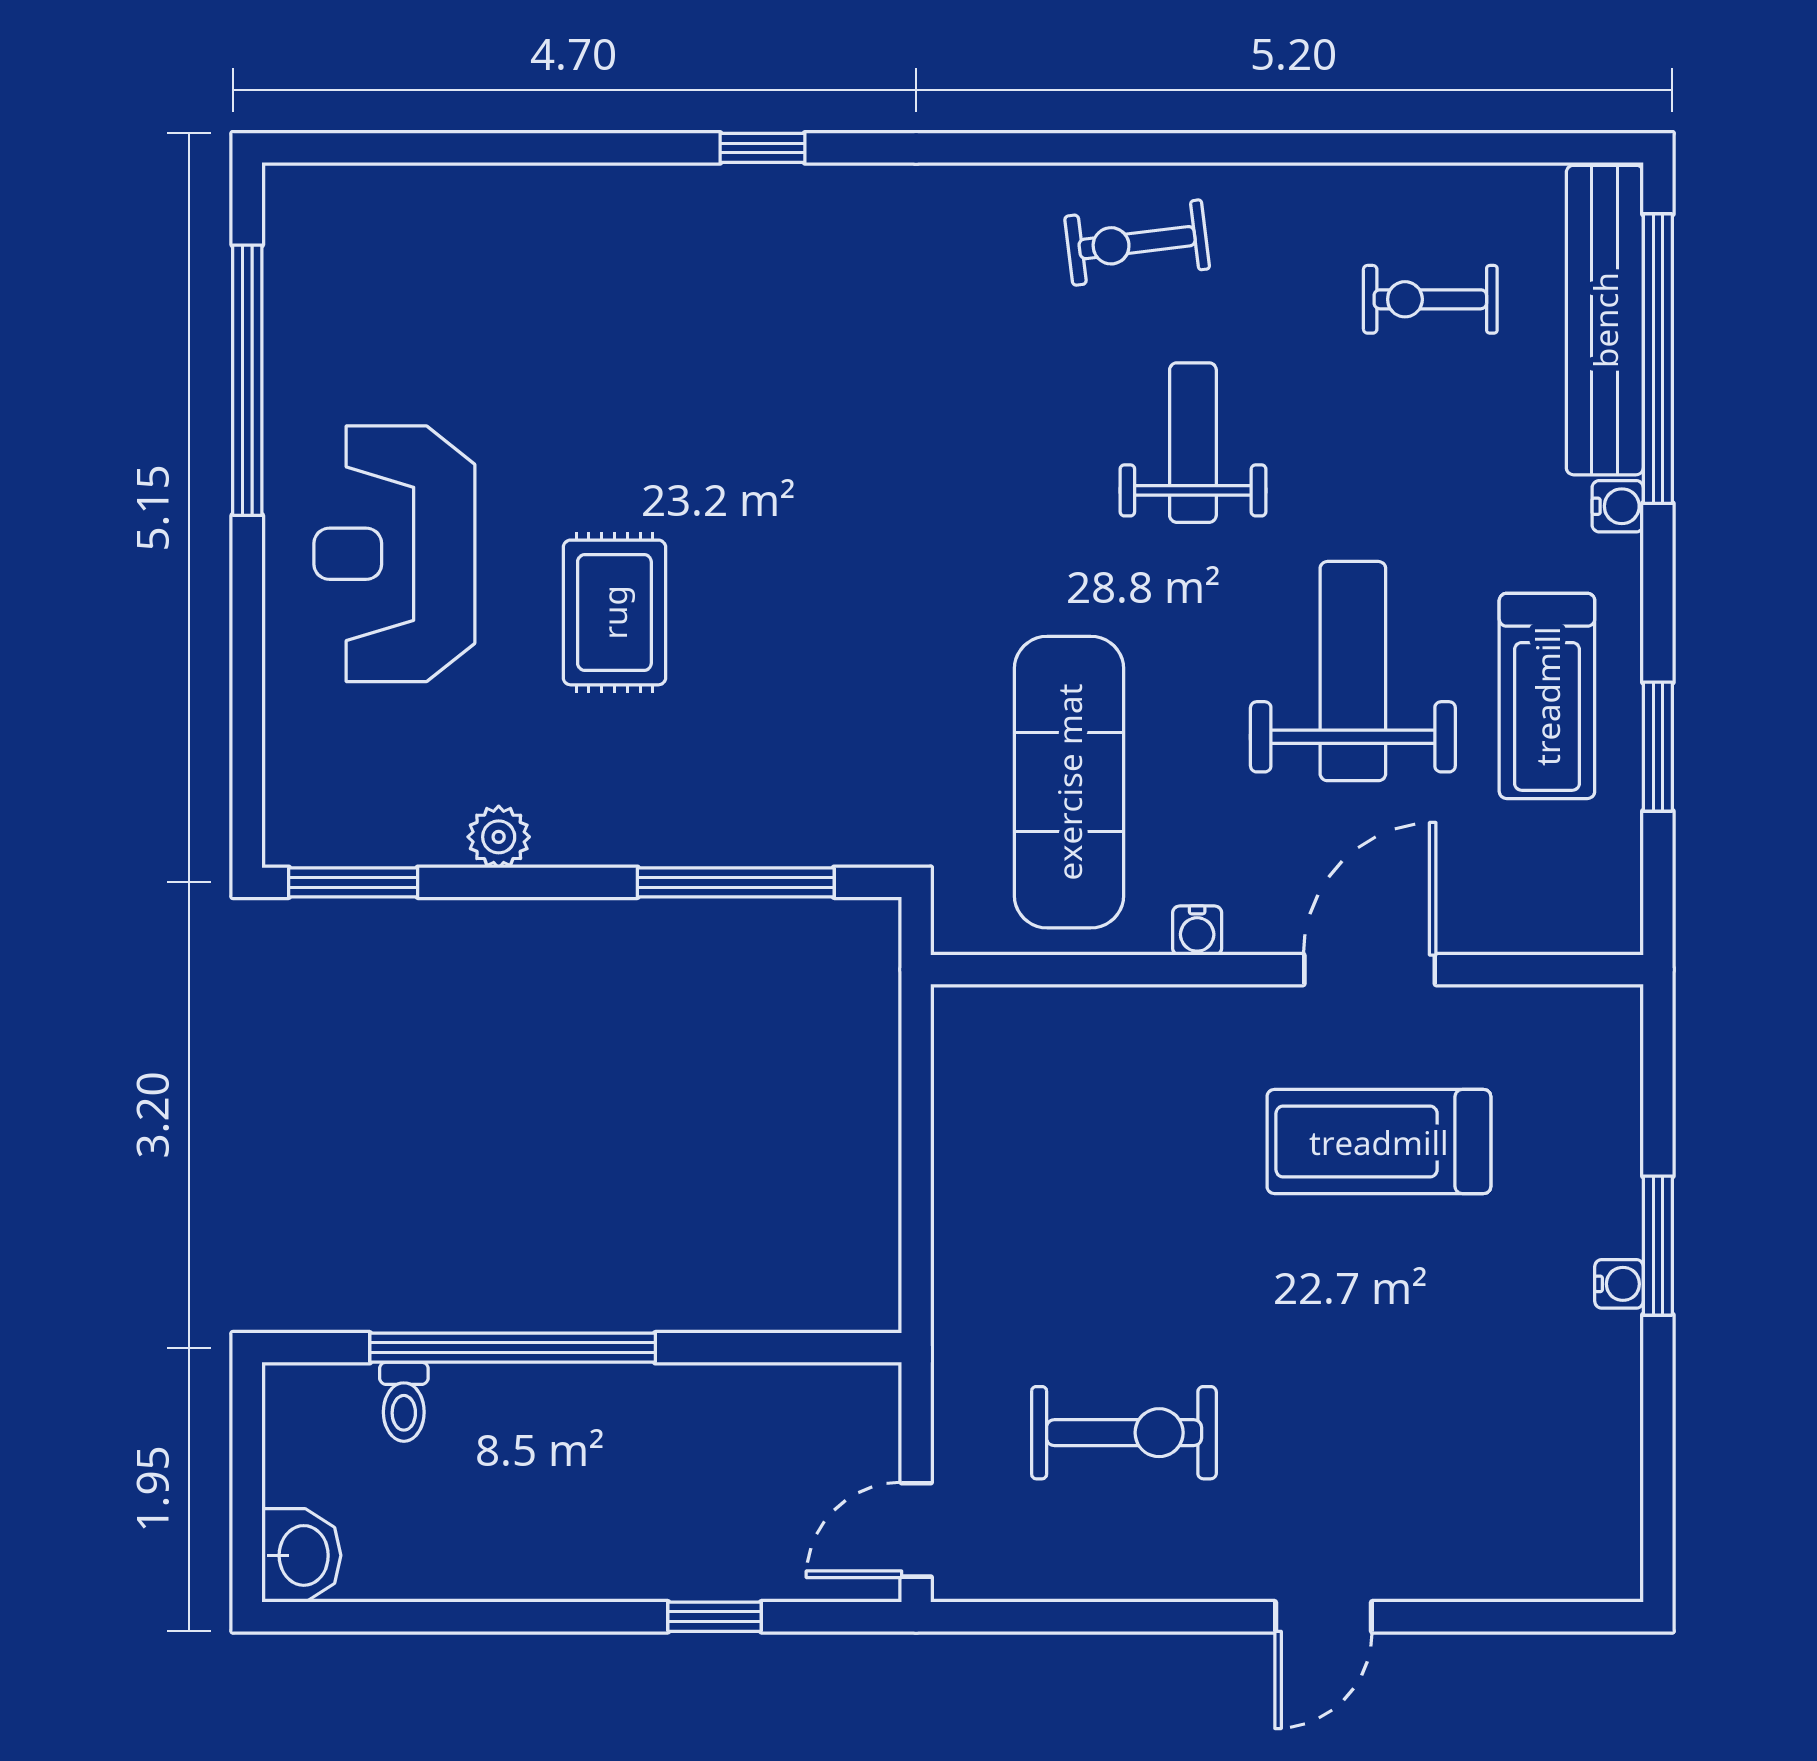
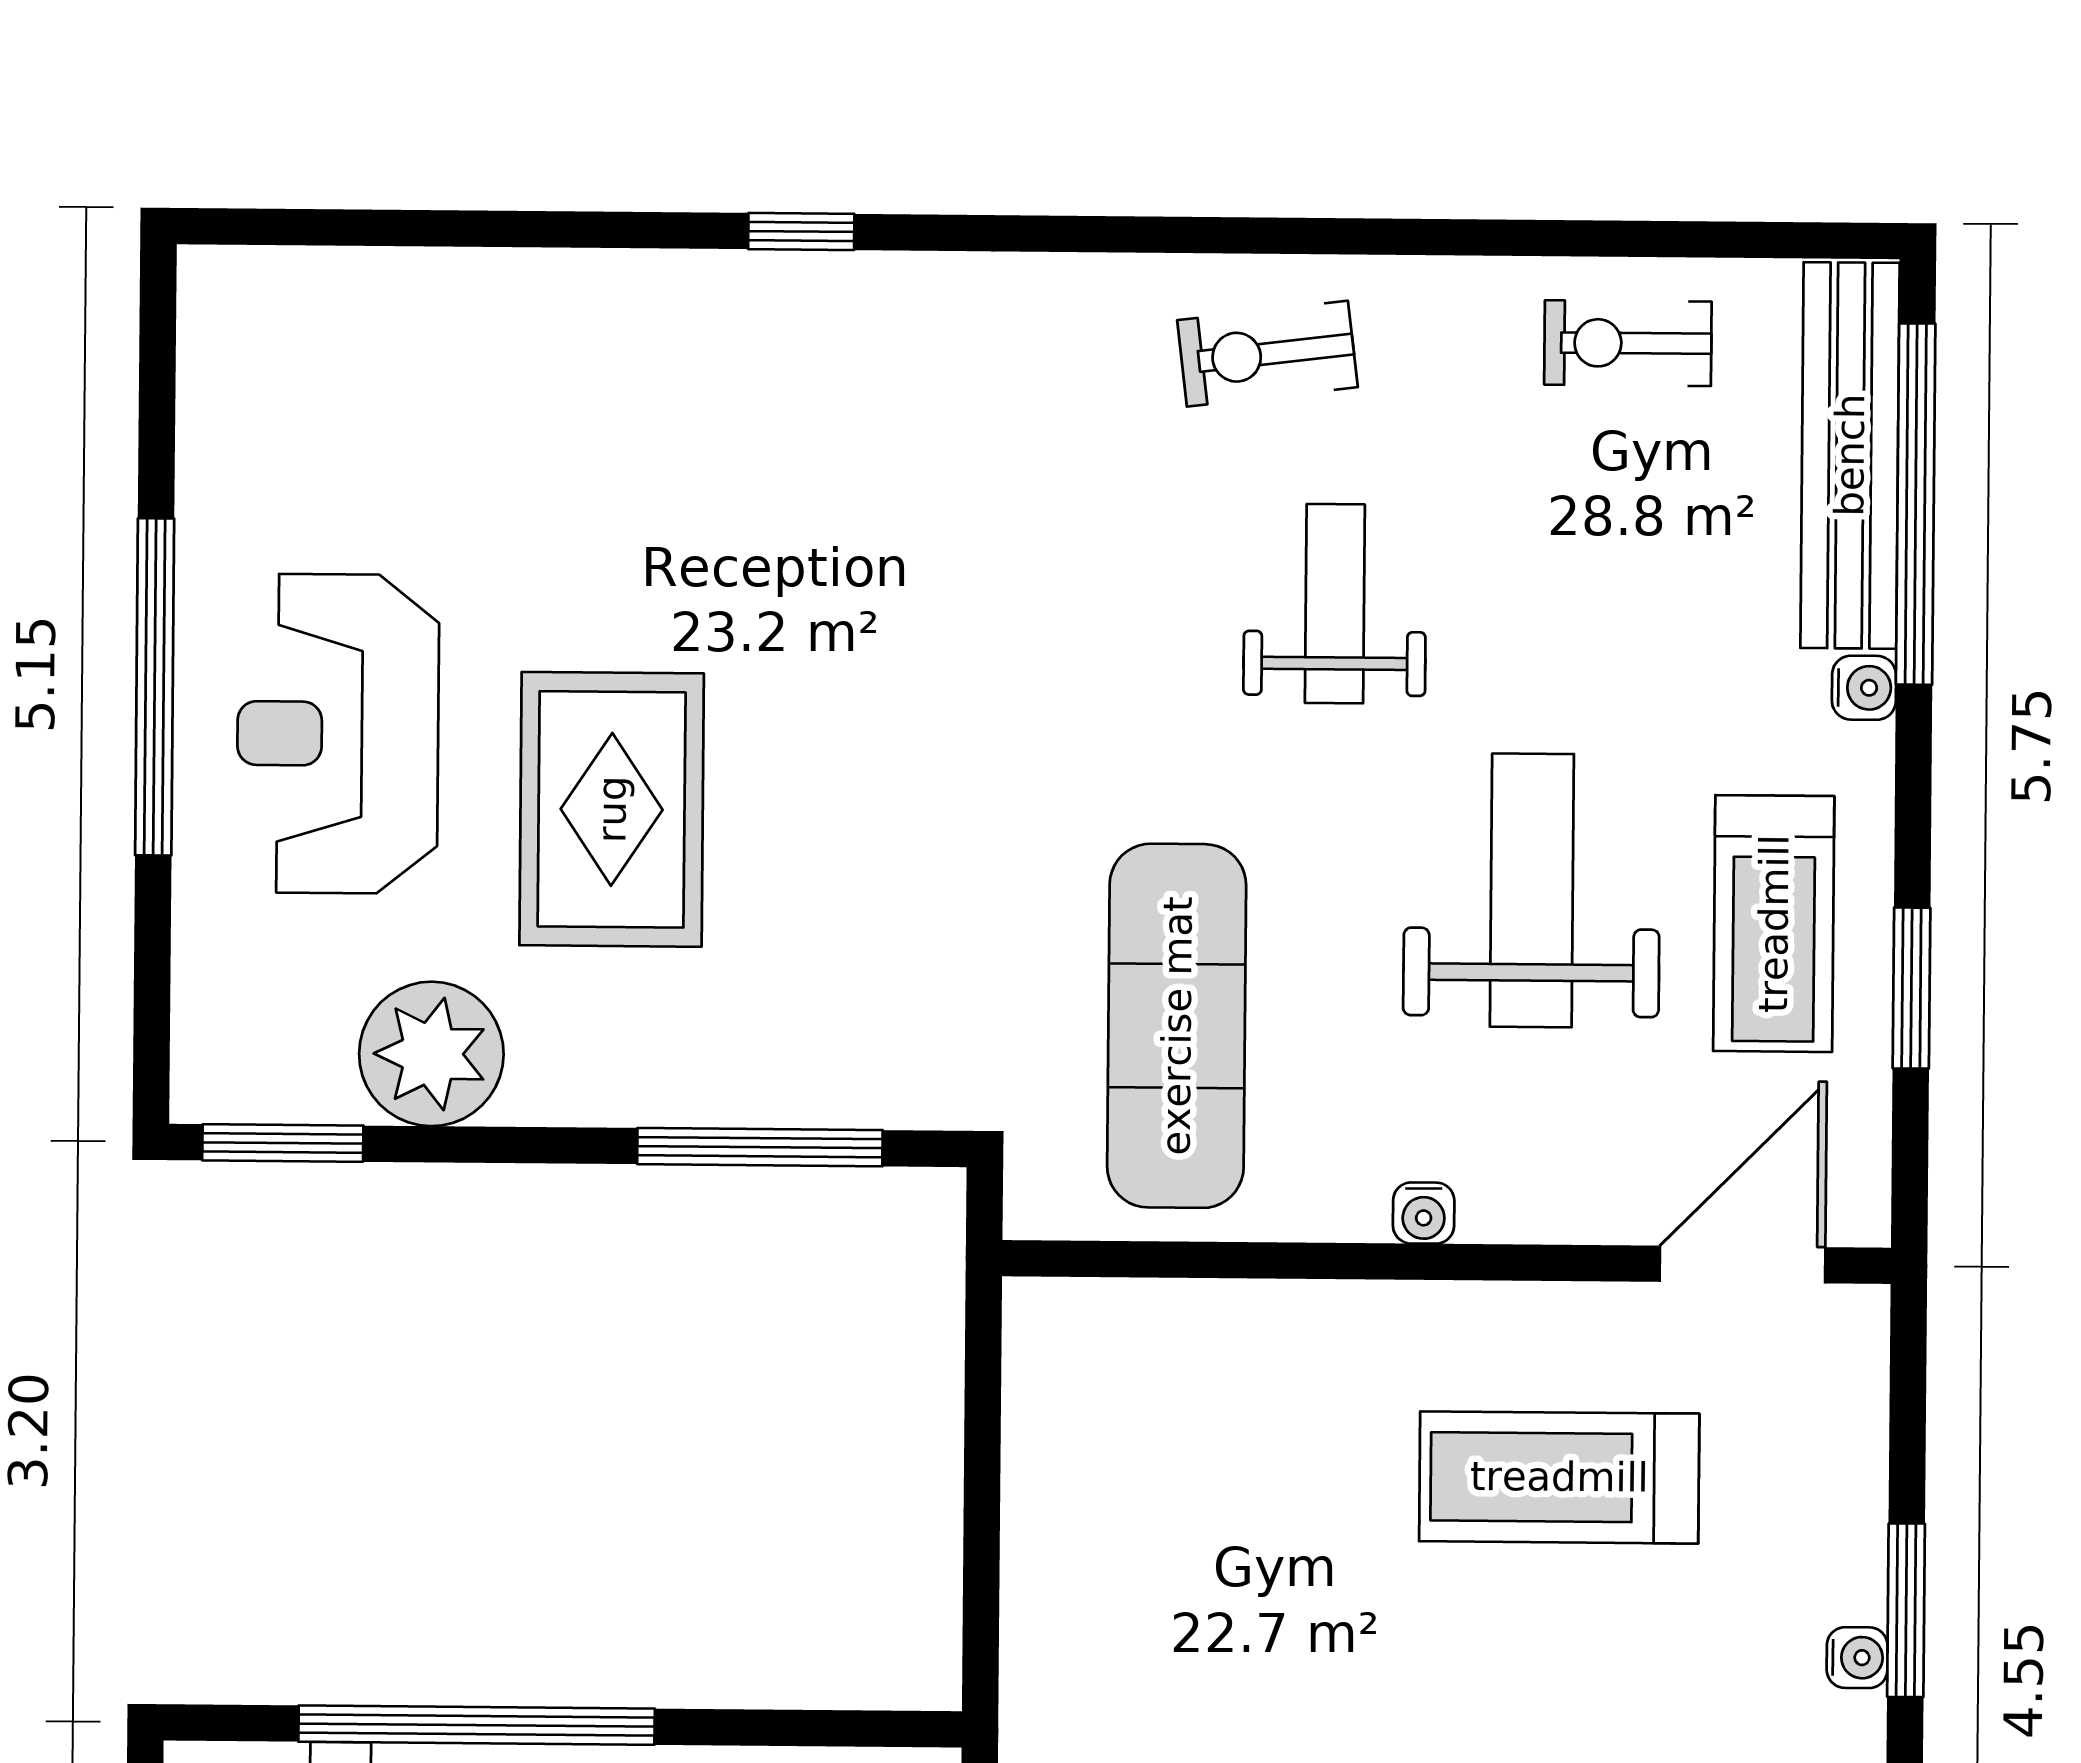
exercise bike: (1430, 299) -> (1628, 343), moved
window: (247, 380) -> (155, 687), moved
rug: (614, 612) -> (612, 809), width x1.36, depth x1.43
plant: (499, 837) -> (431, 1054), width x1.87, depth x1.87
water cooler: (1197, 930) -> (1424, 1213), moved
door: (1370, 970) -> (1742, 1265), moved

